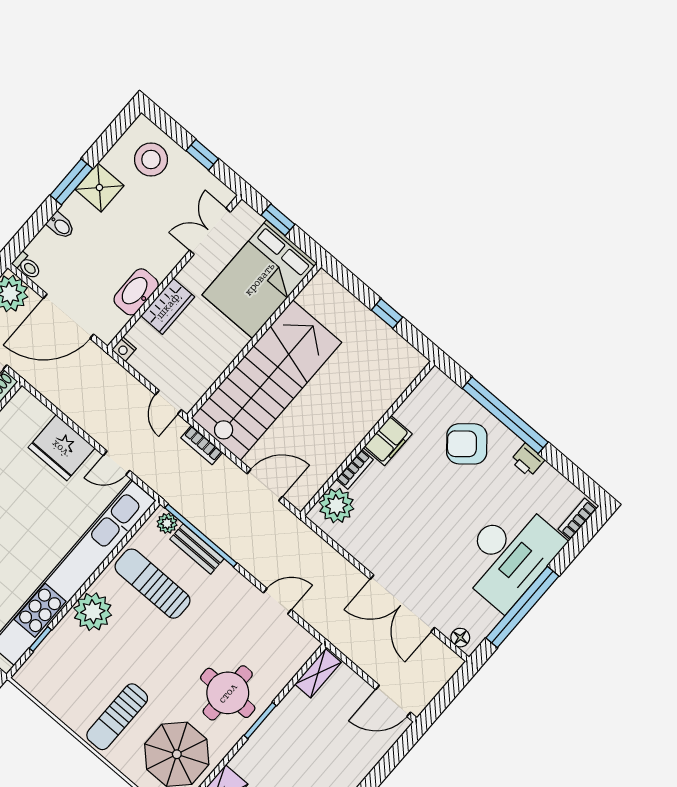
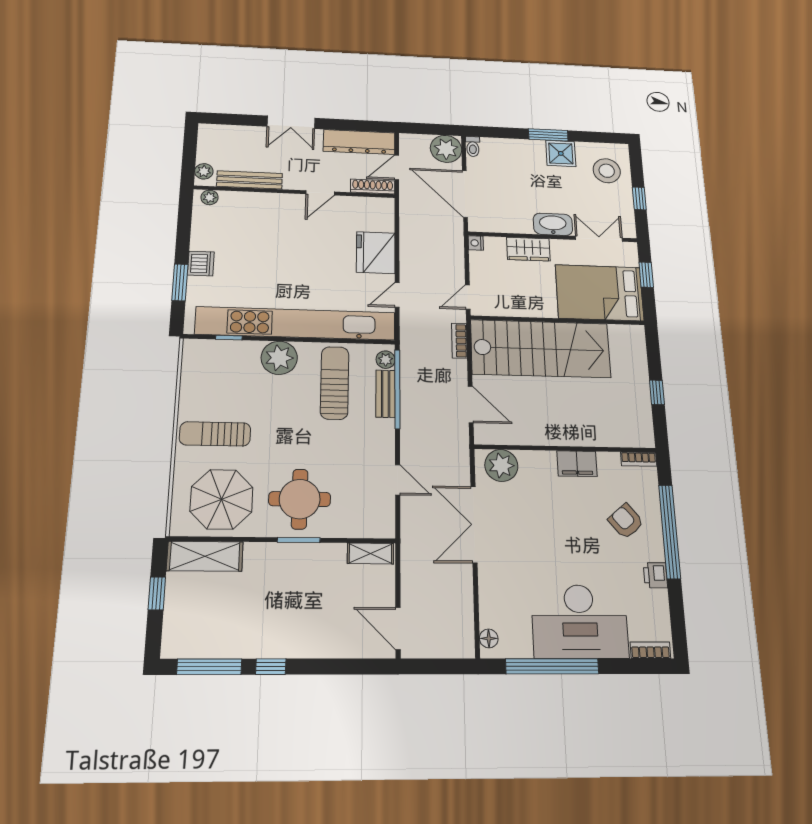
bidet: (61, 226) -> (516, 148), removed
washbasin: (136, 292) -> (553, 224), moved
armchair: (467, 444) -> (626, 521), width x0.72, depth x0.72
door: (117, 463) -> (397, 295), hinge flipped
bookcase: (355, 469) -> (639, 459), moved
double door: (402, 603) -> (474, 524), moved

